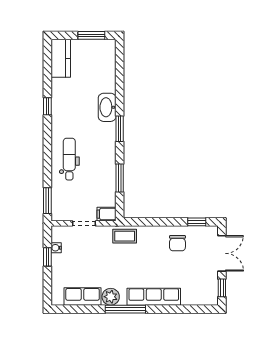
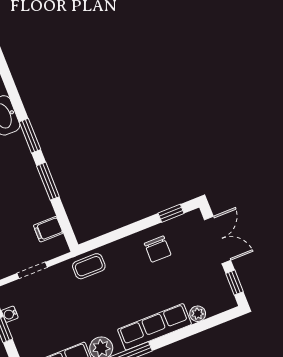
window: (120, 178) -> (48, 181), moved
filing cabinet: (106, 214) -> (48, 229), moved
plant: (188, 299) -> (198, 314), added

